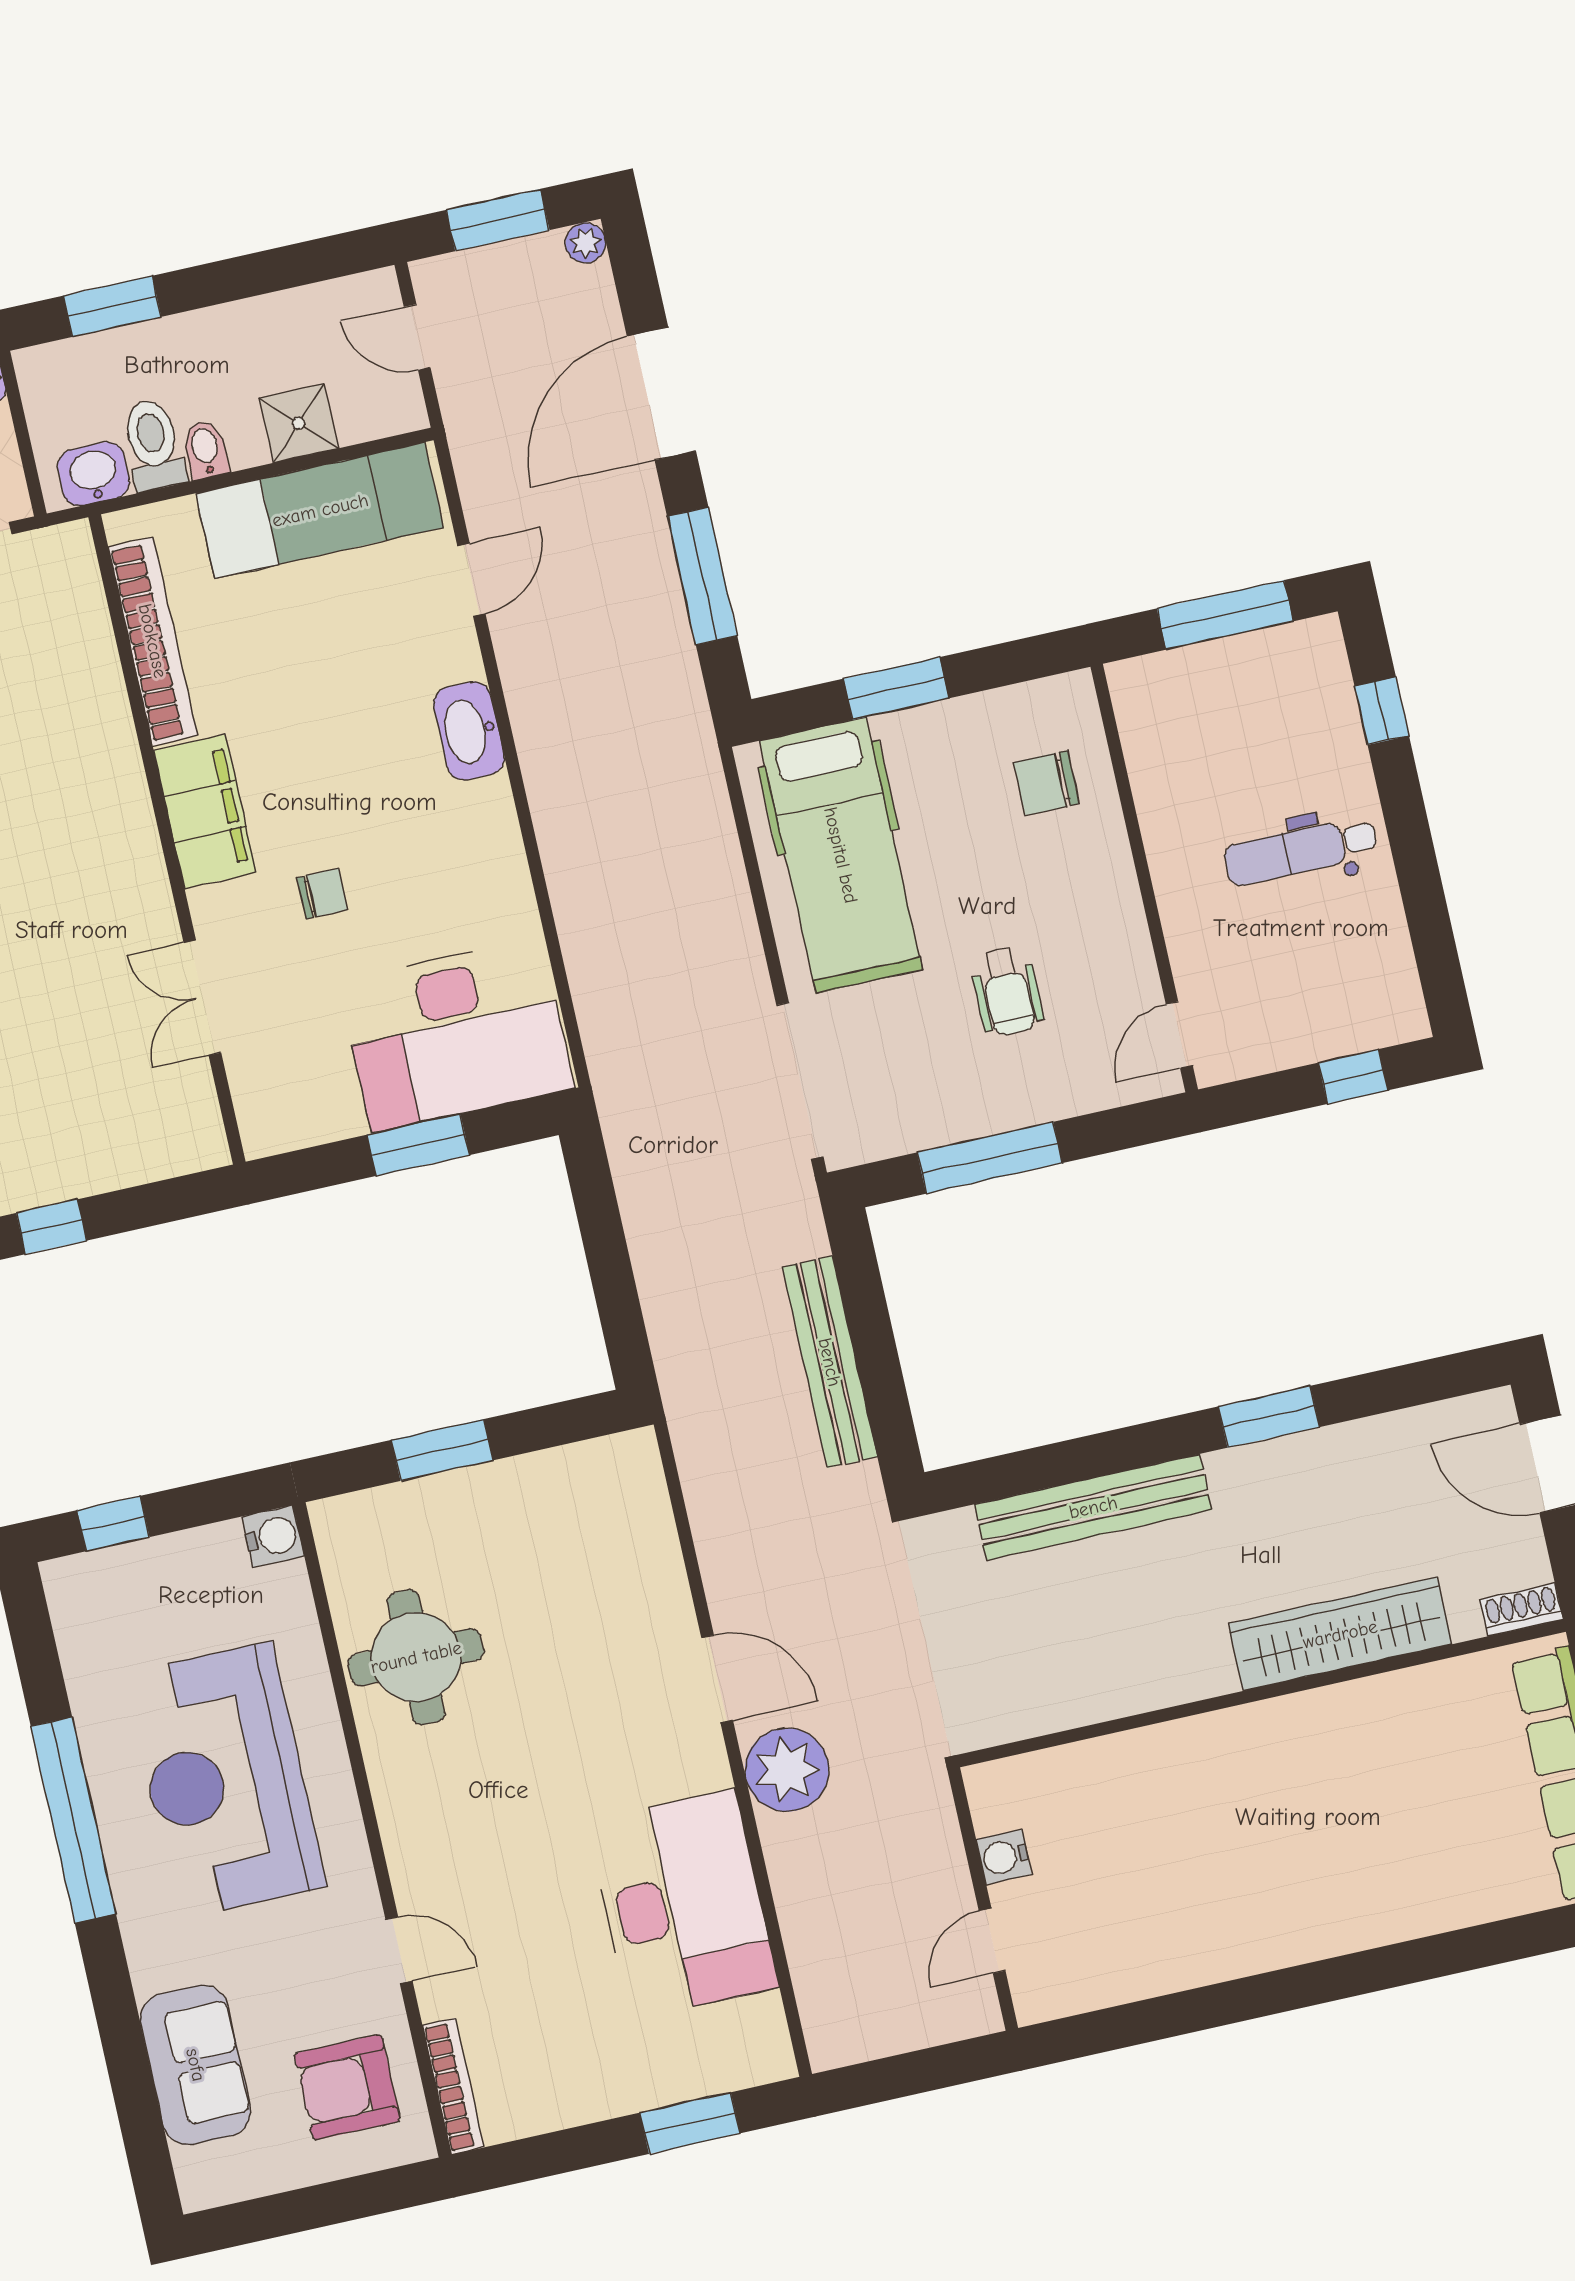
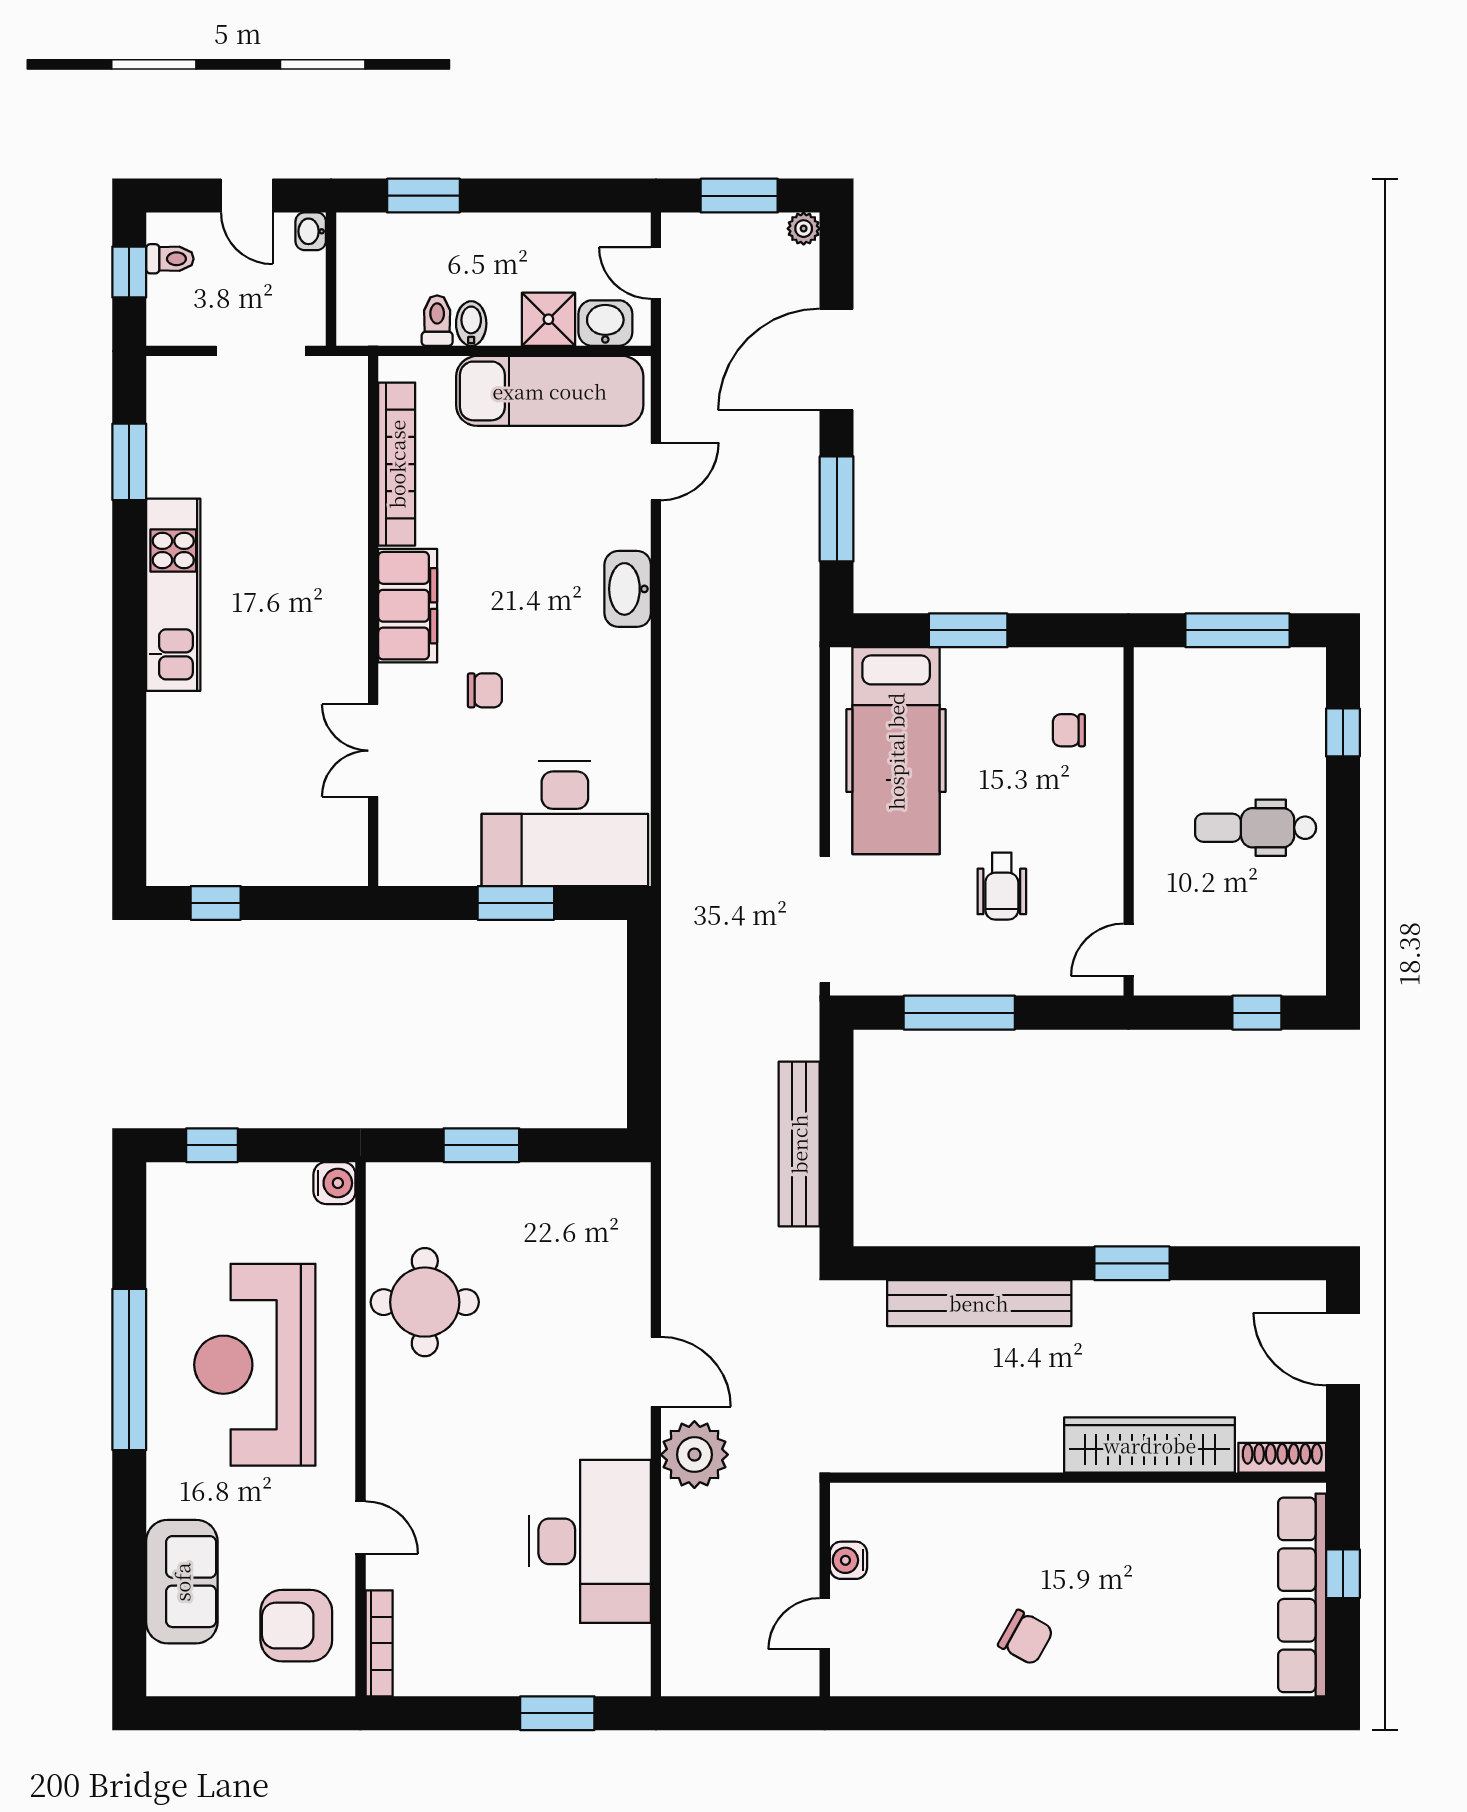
toilet: (153, 445) -> (437, 321), width x0.73, depth x0.72
washbasin: (94, 474) -> (605, 323), moved
chair: (1046, 783) -> (1069, 730), width x0.73, depth x0.73
shoe rack: (1522, 1610) -> (1282, 1458), width x1.43
chair: (1241, 1903) -> (1026, 1637), added

